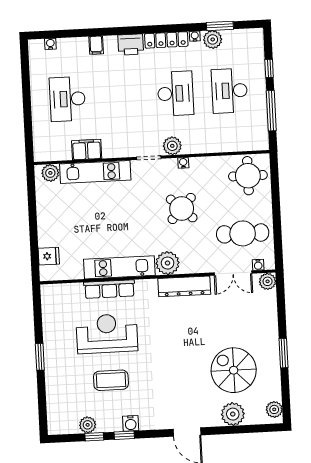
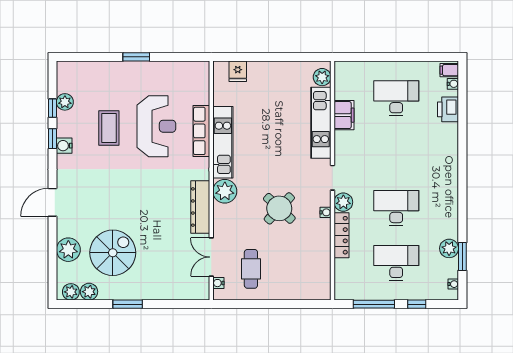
water cooler: (195, 36) -> (453, 284), moved
locker: (166, 40) -> (341, 235), moved, turned 180
filing cabinet: (96, 45) -> (449, 70), moved
printer: (131, 45) -> (448, 109), moved
desk: (175, 93) -> (396, 208), turned 180
round table: (248, 176) -> (309, 277), removed
cafe table: (243, 233) -> (251, 269), width x0.73, depth x0.74
plant: (268, 281) -> (89, 292), moved

